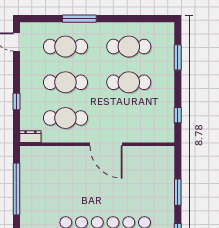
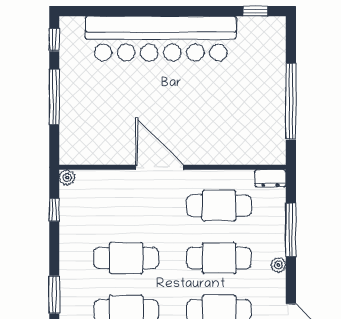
plant: (25, 78) -> (278, 265), added
window: (16, 102) -> (291, 230), width x2.17
plant: (169, 137) -> (67, 178), added
window: (178, 192) -> (54, 97), width x1.44

